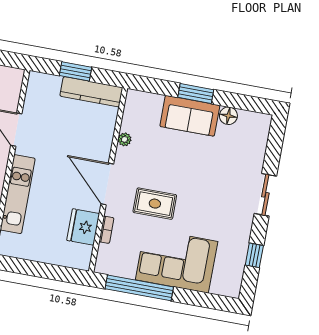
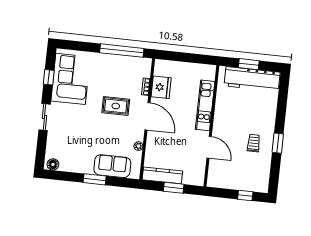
sofa: (190, 116) -> (112, 166), moved
floor lamp: (228, 116) -> (53, 164), moved
corner sofa: (177, 261) -> (71, 79), moved, turned -90

